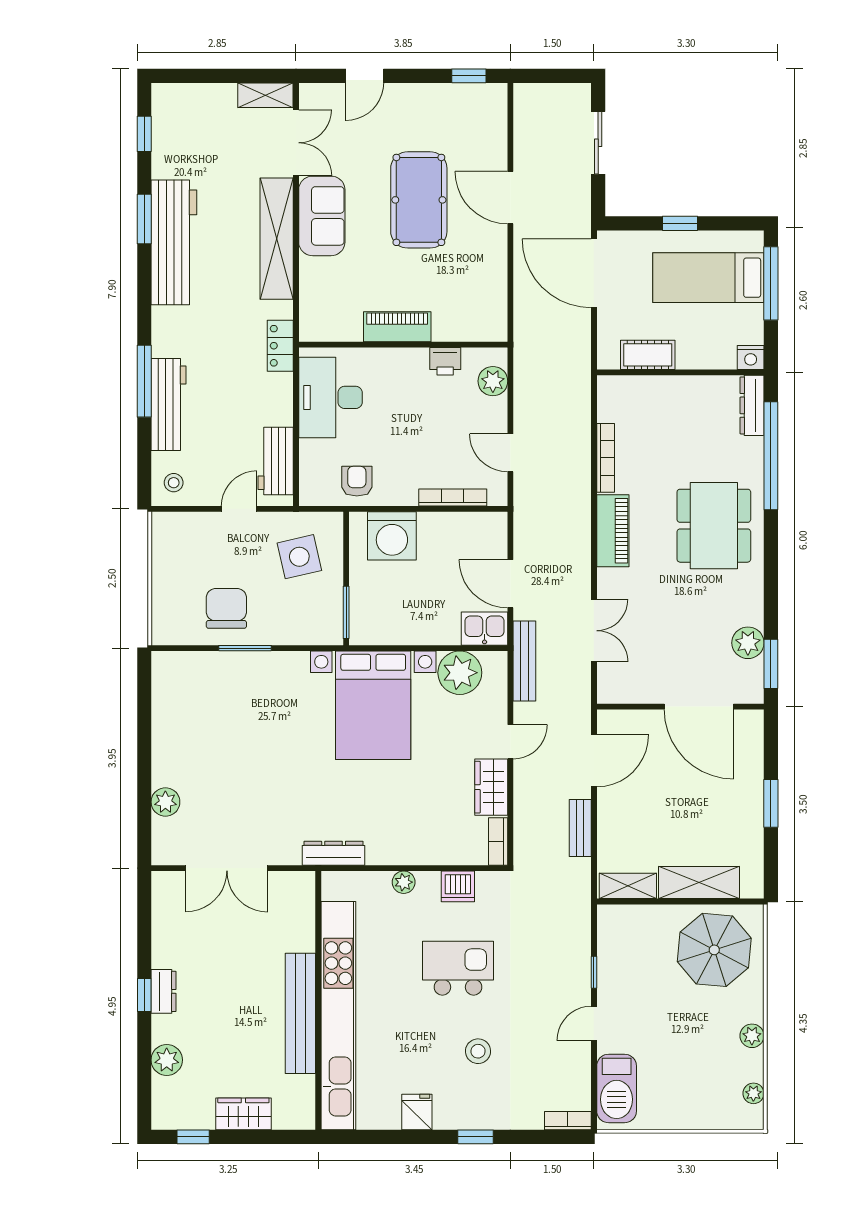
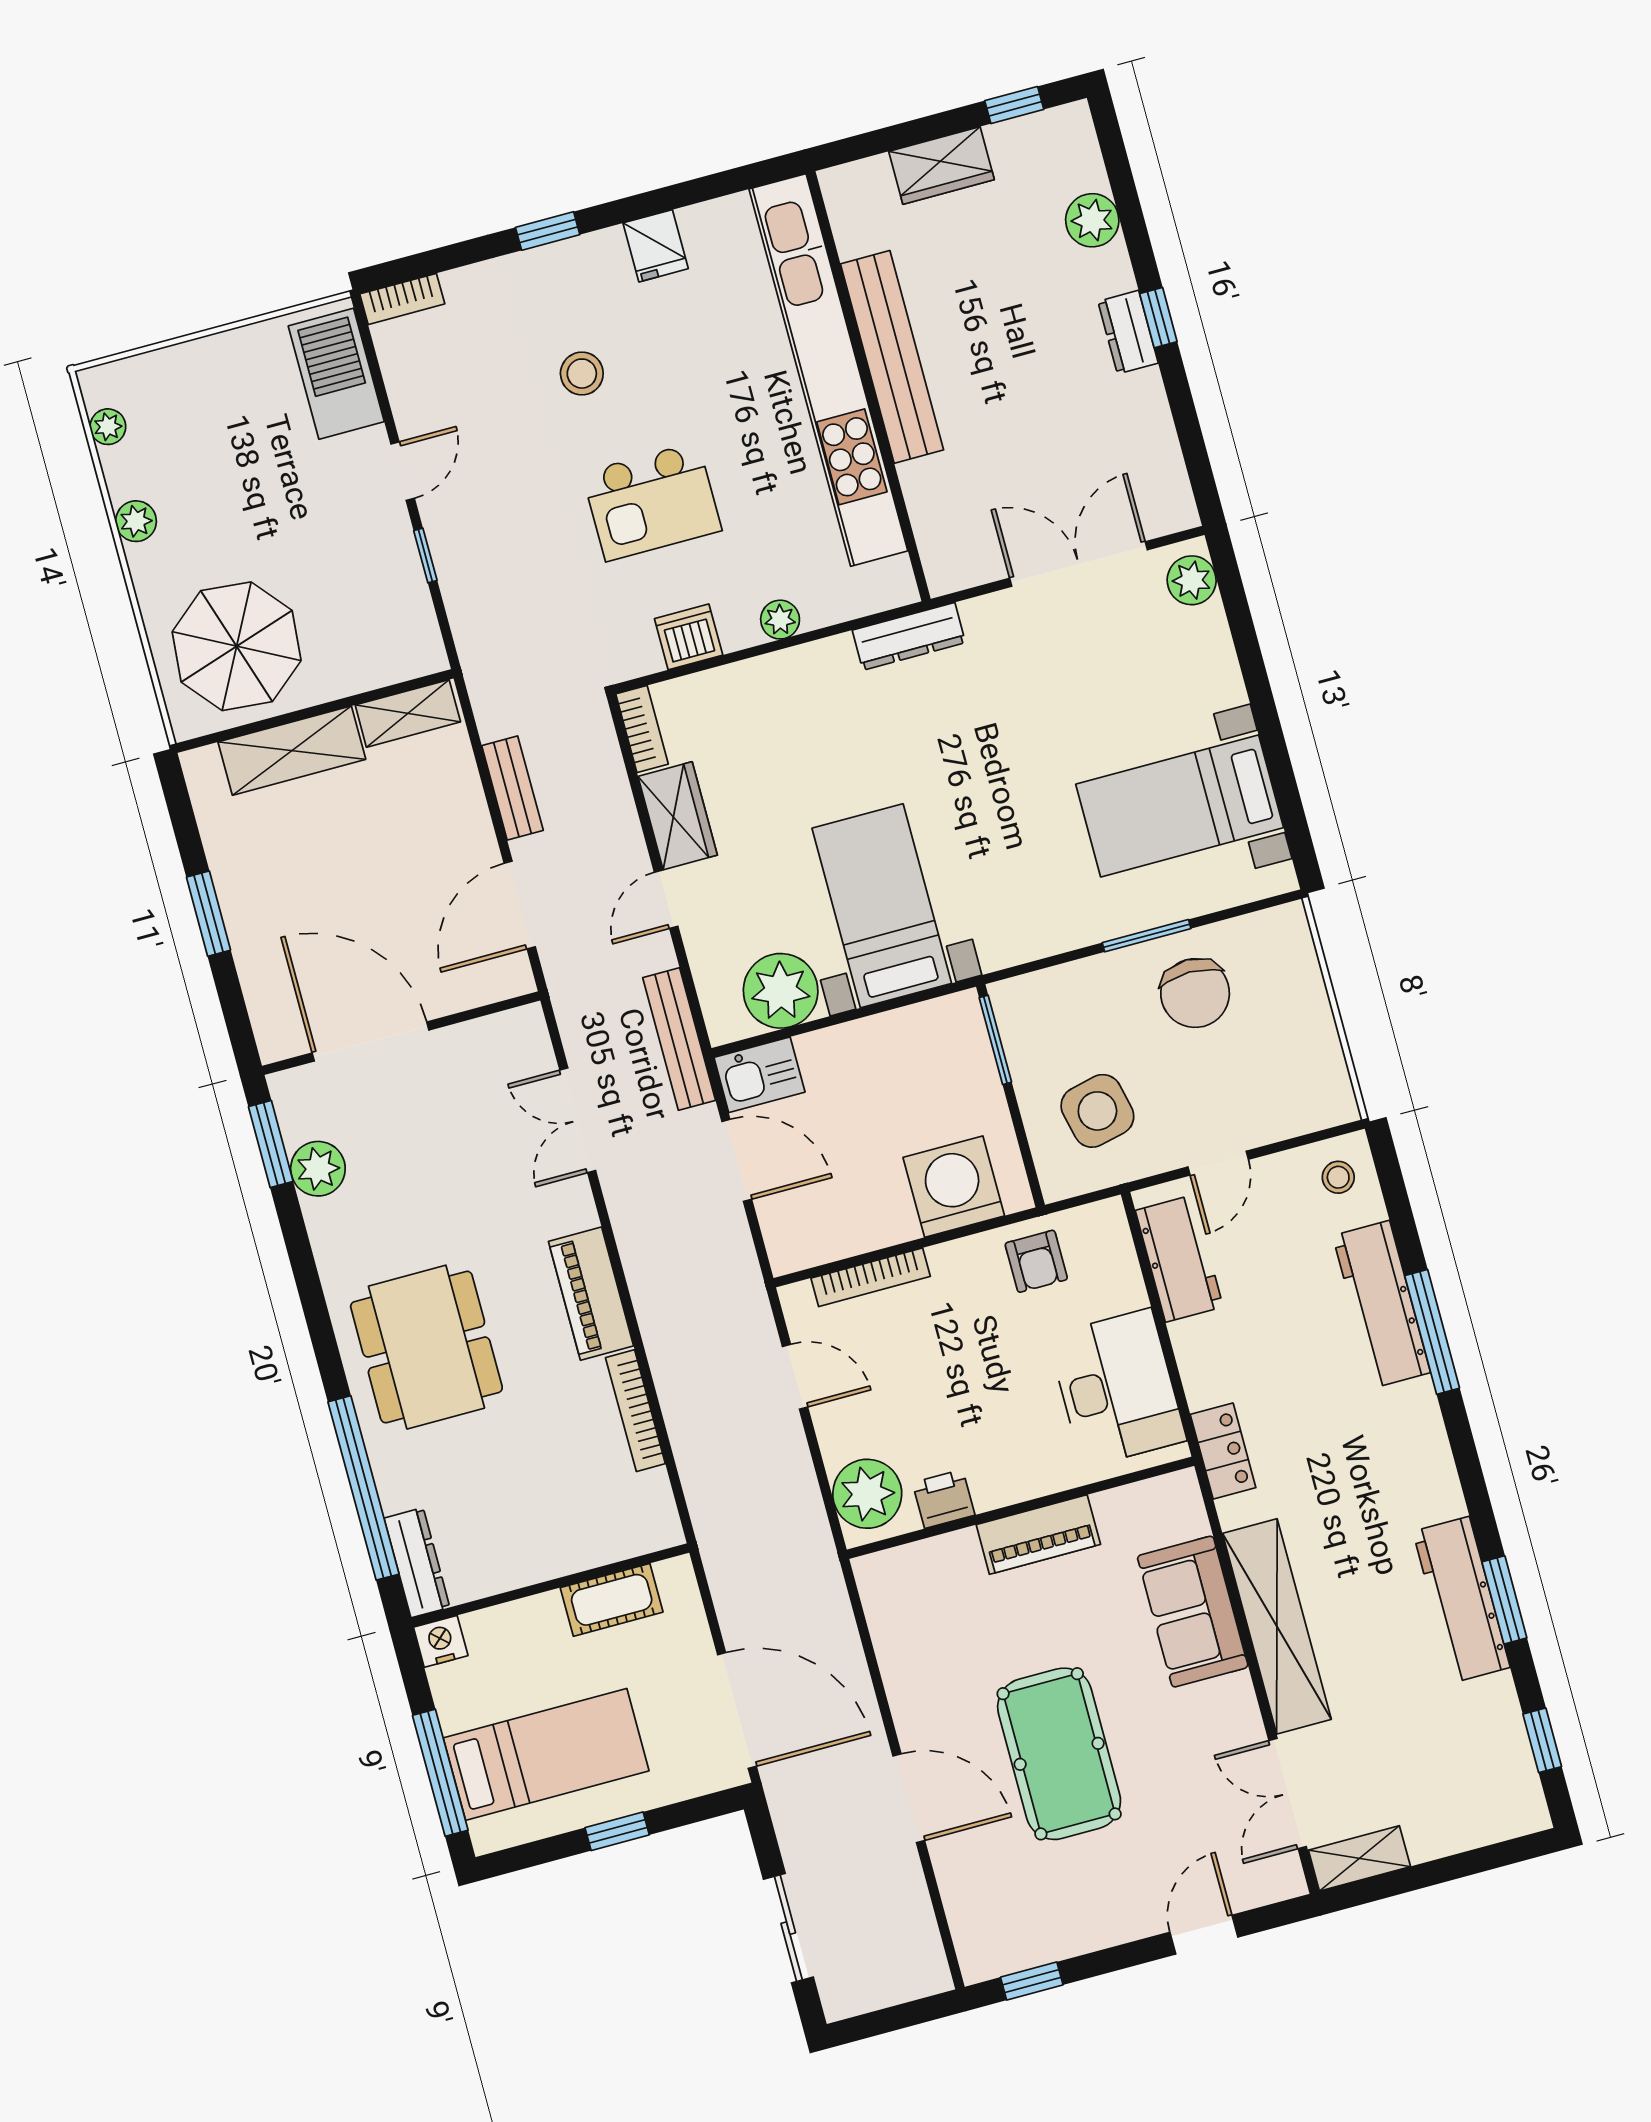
sofa: (322, 216) -> (1193, 1612), moved
workbench: (174, 242) -> (1461, 1599), width x0.73, depth x0.76
plant: (493, 381) -> (867, 1494), width x1.36, depth x1.36
bed with nightstands: (373, 705) -> (882, 906), width x0.73
bed with nightstands: (207, 716) -> (1180, 806), added
plant: (165, 802) -> (1192, 580), moved

